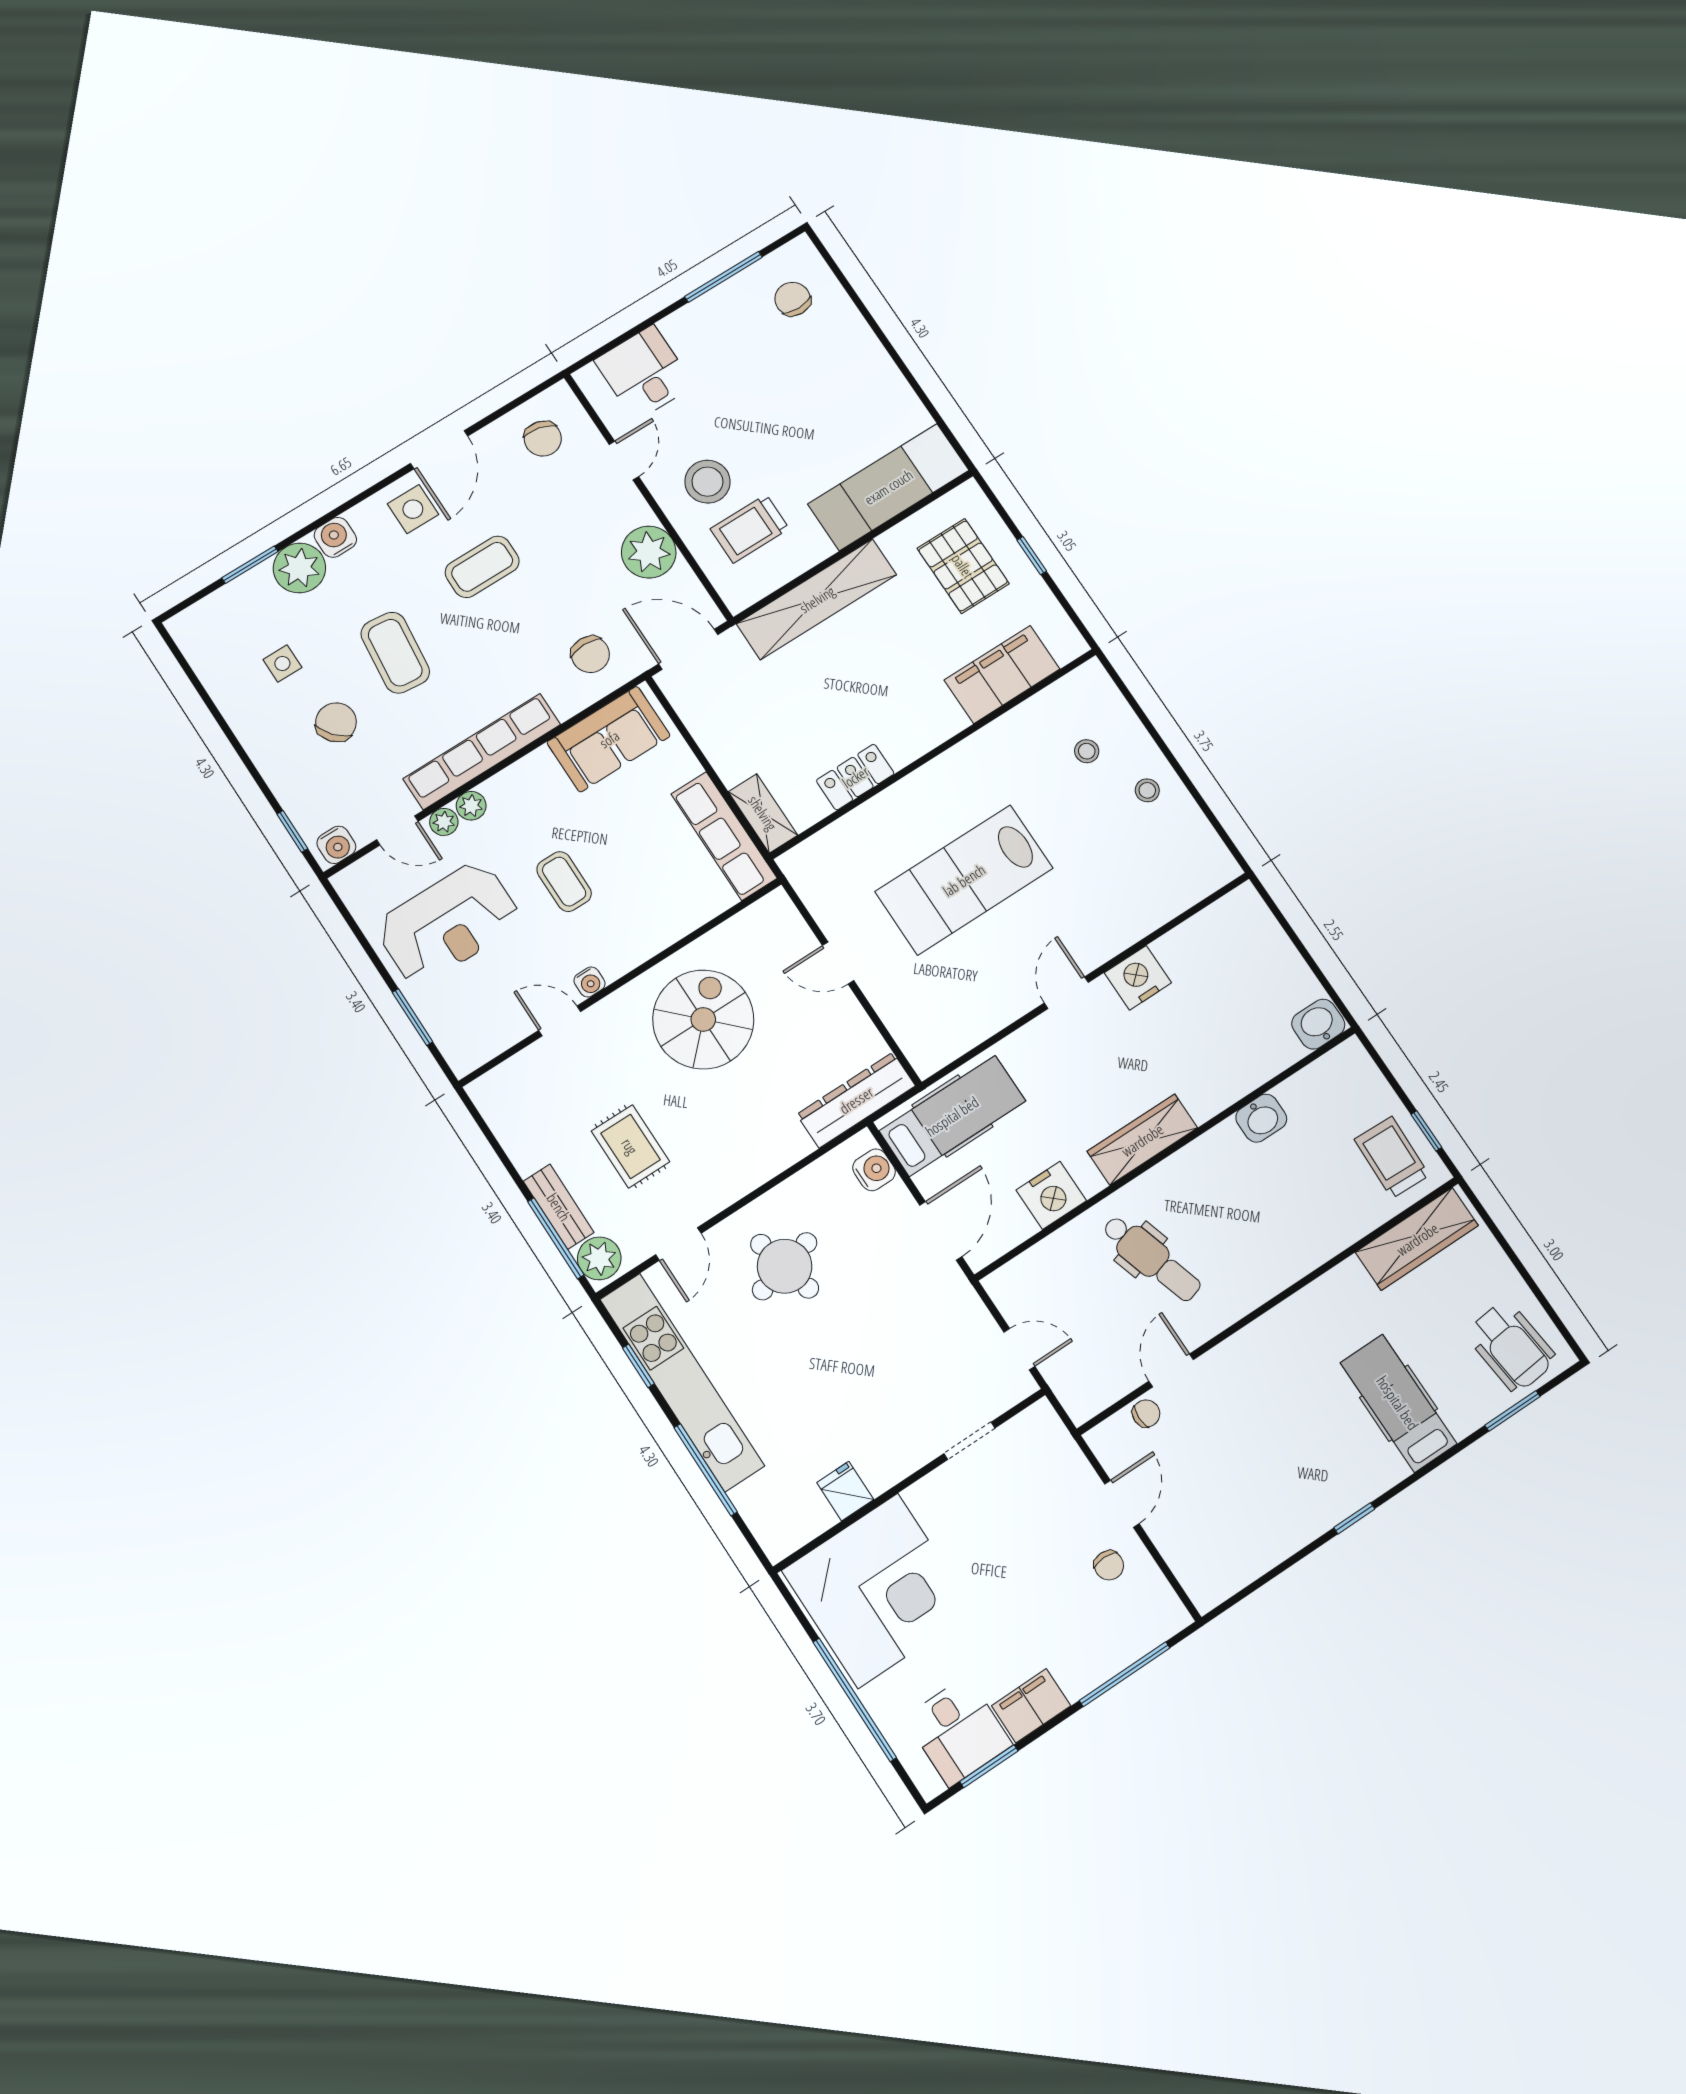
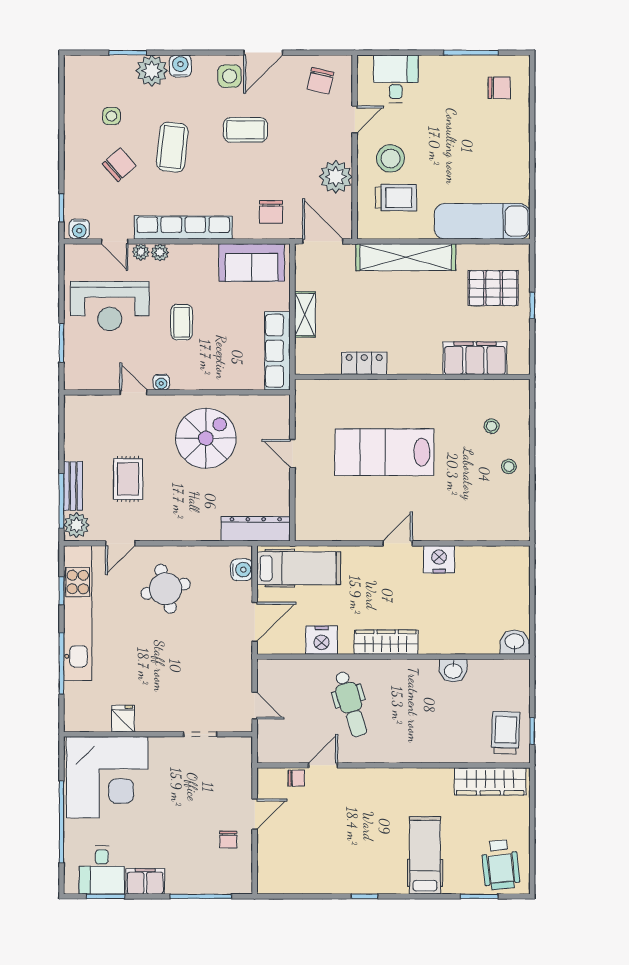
chair: (793, 299) -> (499, 88), turned 90
trolley: (750, 529) -> (396, 198), turned 180
pallet: (963, 566) -> (493, 288), turned 90
shelving: (763, 813) -> (305, 314), moved

